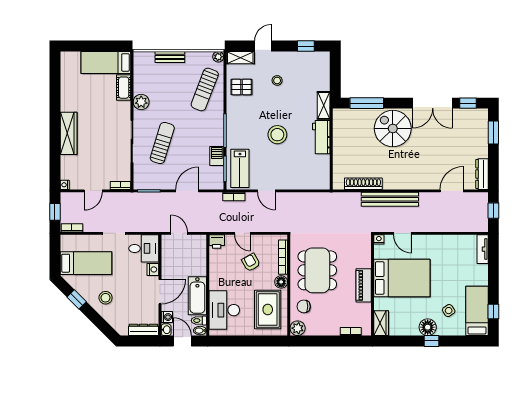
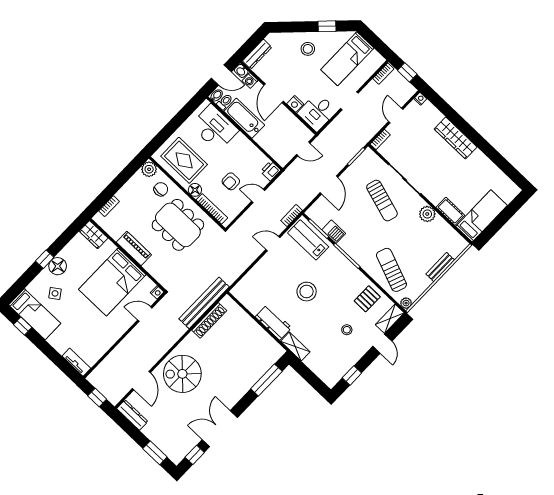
spiral stairs: (393, 129) -> (182, 374), moved, turned 180
bench: (390, 199) -> (204, 303), moved
armchair: (251, 262) -> (231, 181), turned 119

